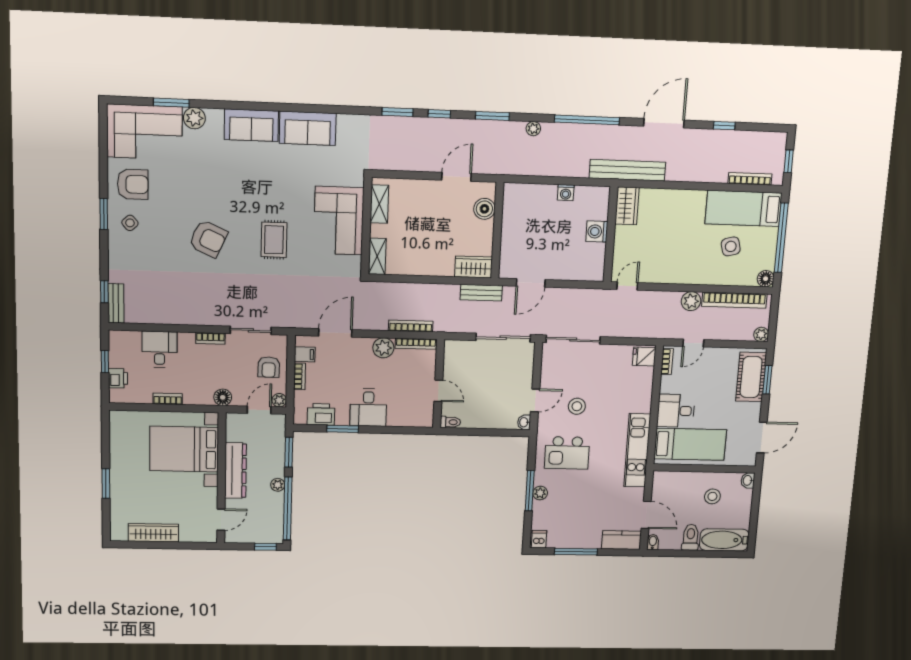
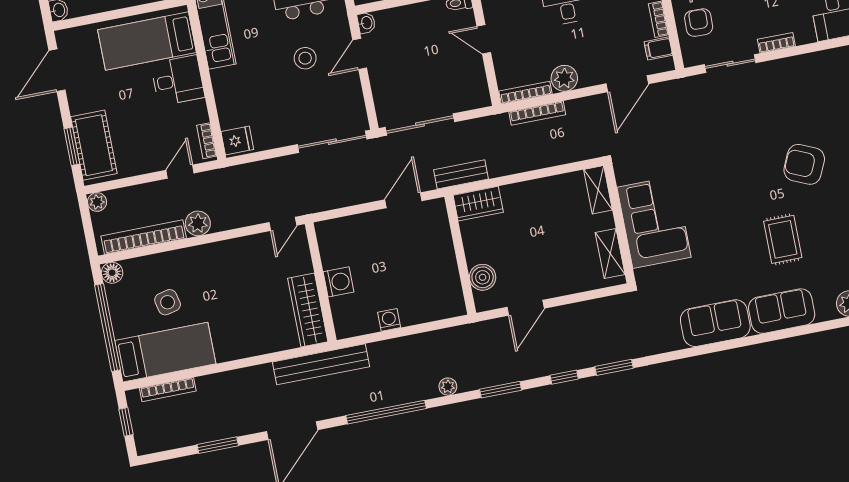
window: (724, 126) -> (218, 445), width x1.50
wardrobe: (627, 206) -> (308, 310), width x1.50
rug: (274, 240) -> (783, 239), moved

